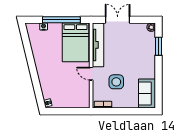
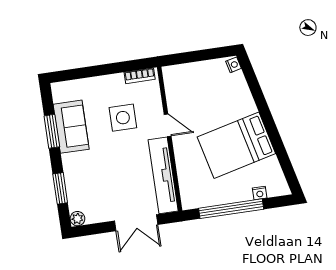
bed: (76, 42) -> (236, 145), moved, turned -104
window: (159, 80) -> (52, 131), added
sofa: (147, 93) -> (71, 127), moved

